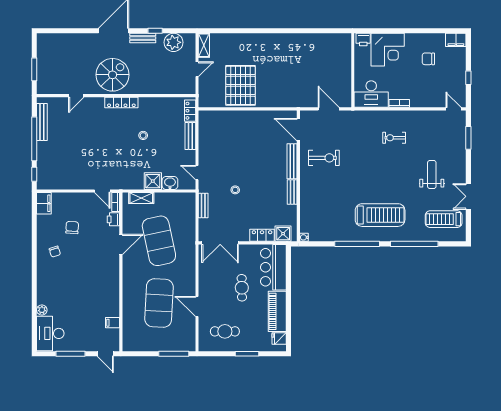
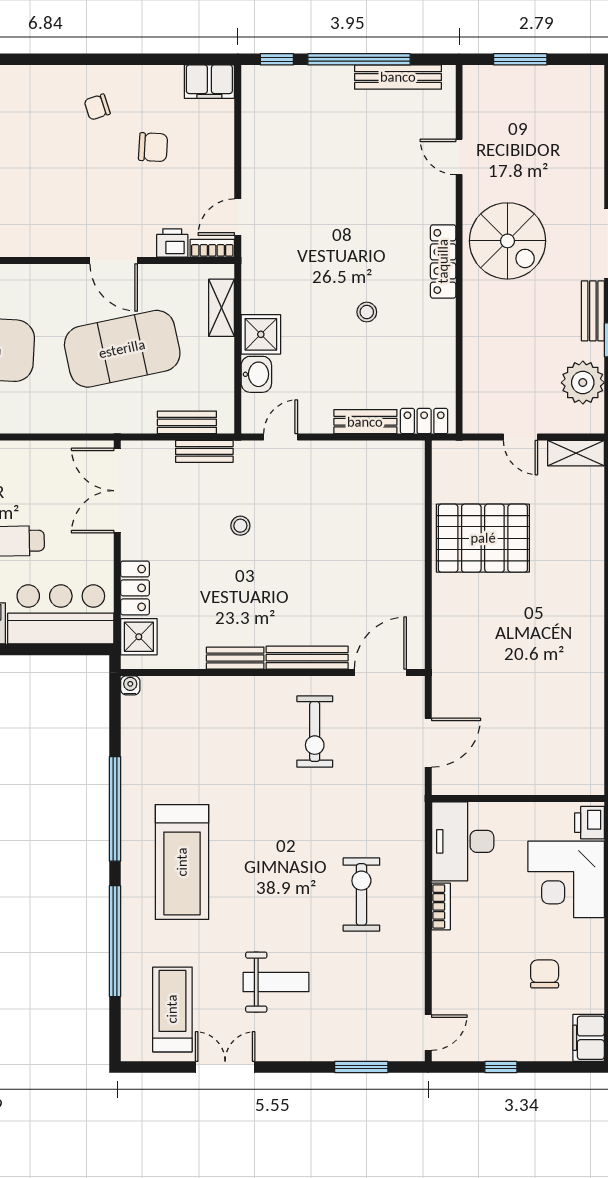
exercise bike: (394, 138) -> (361, 894), width x1.38, depth x1.39
bench: (191, 213) -> (187, 422), added

